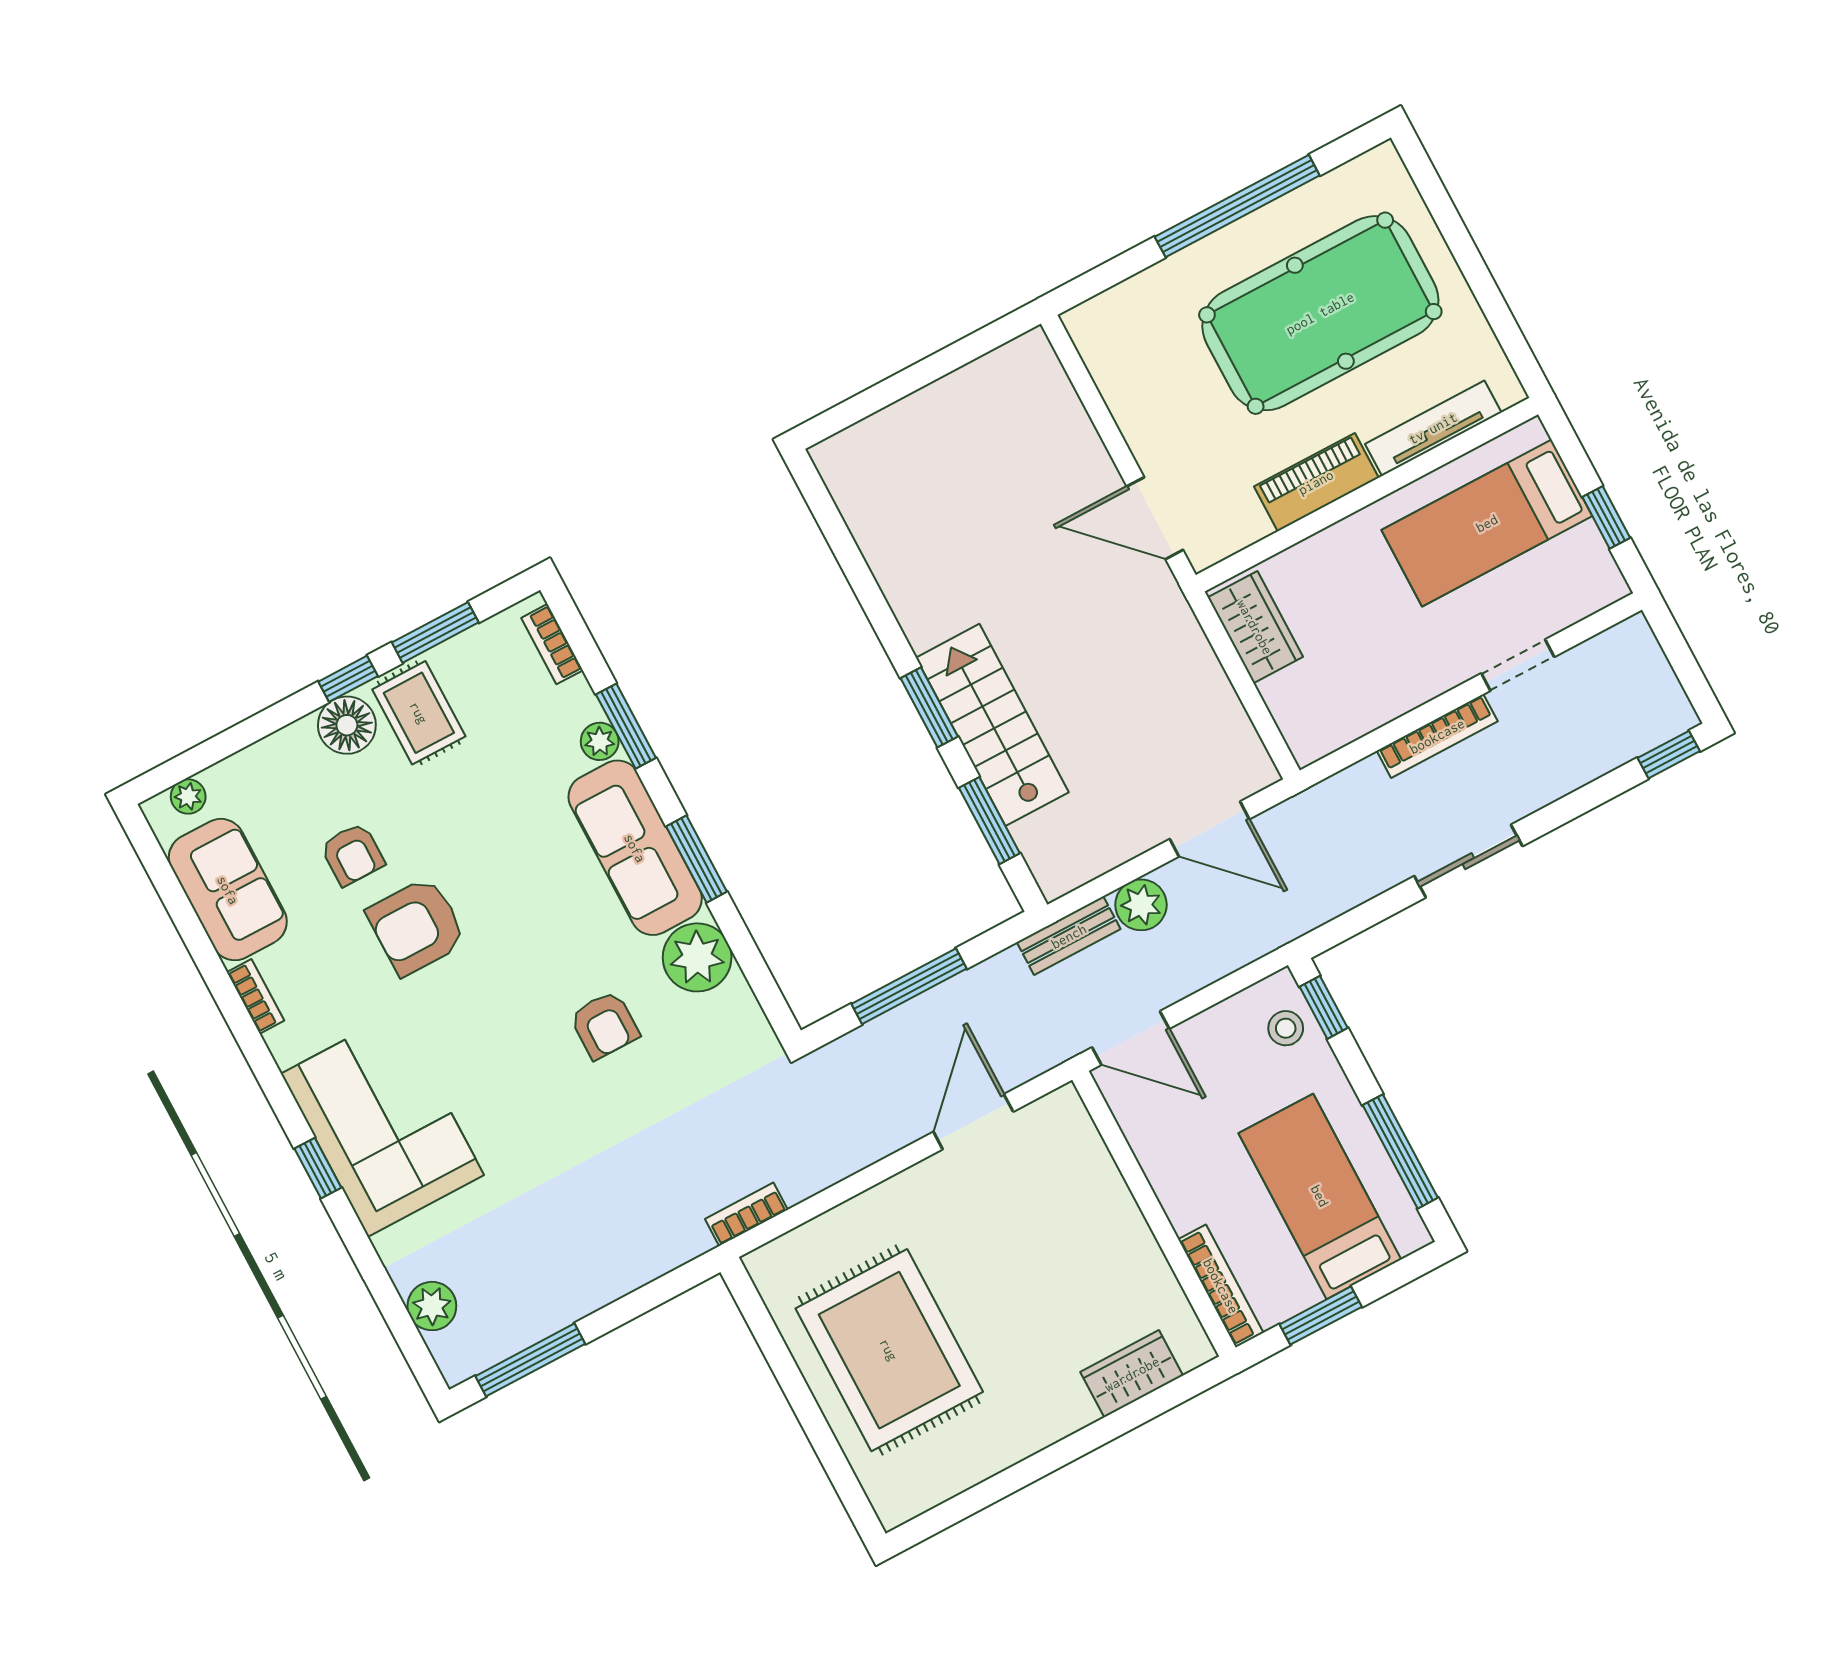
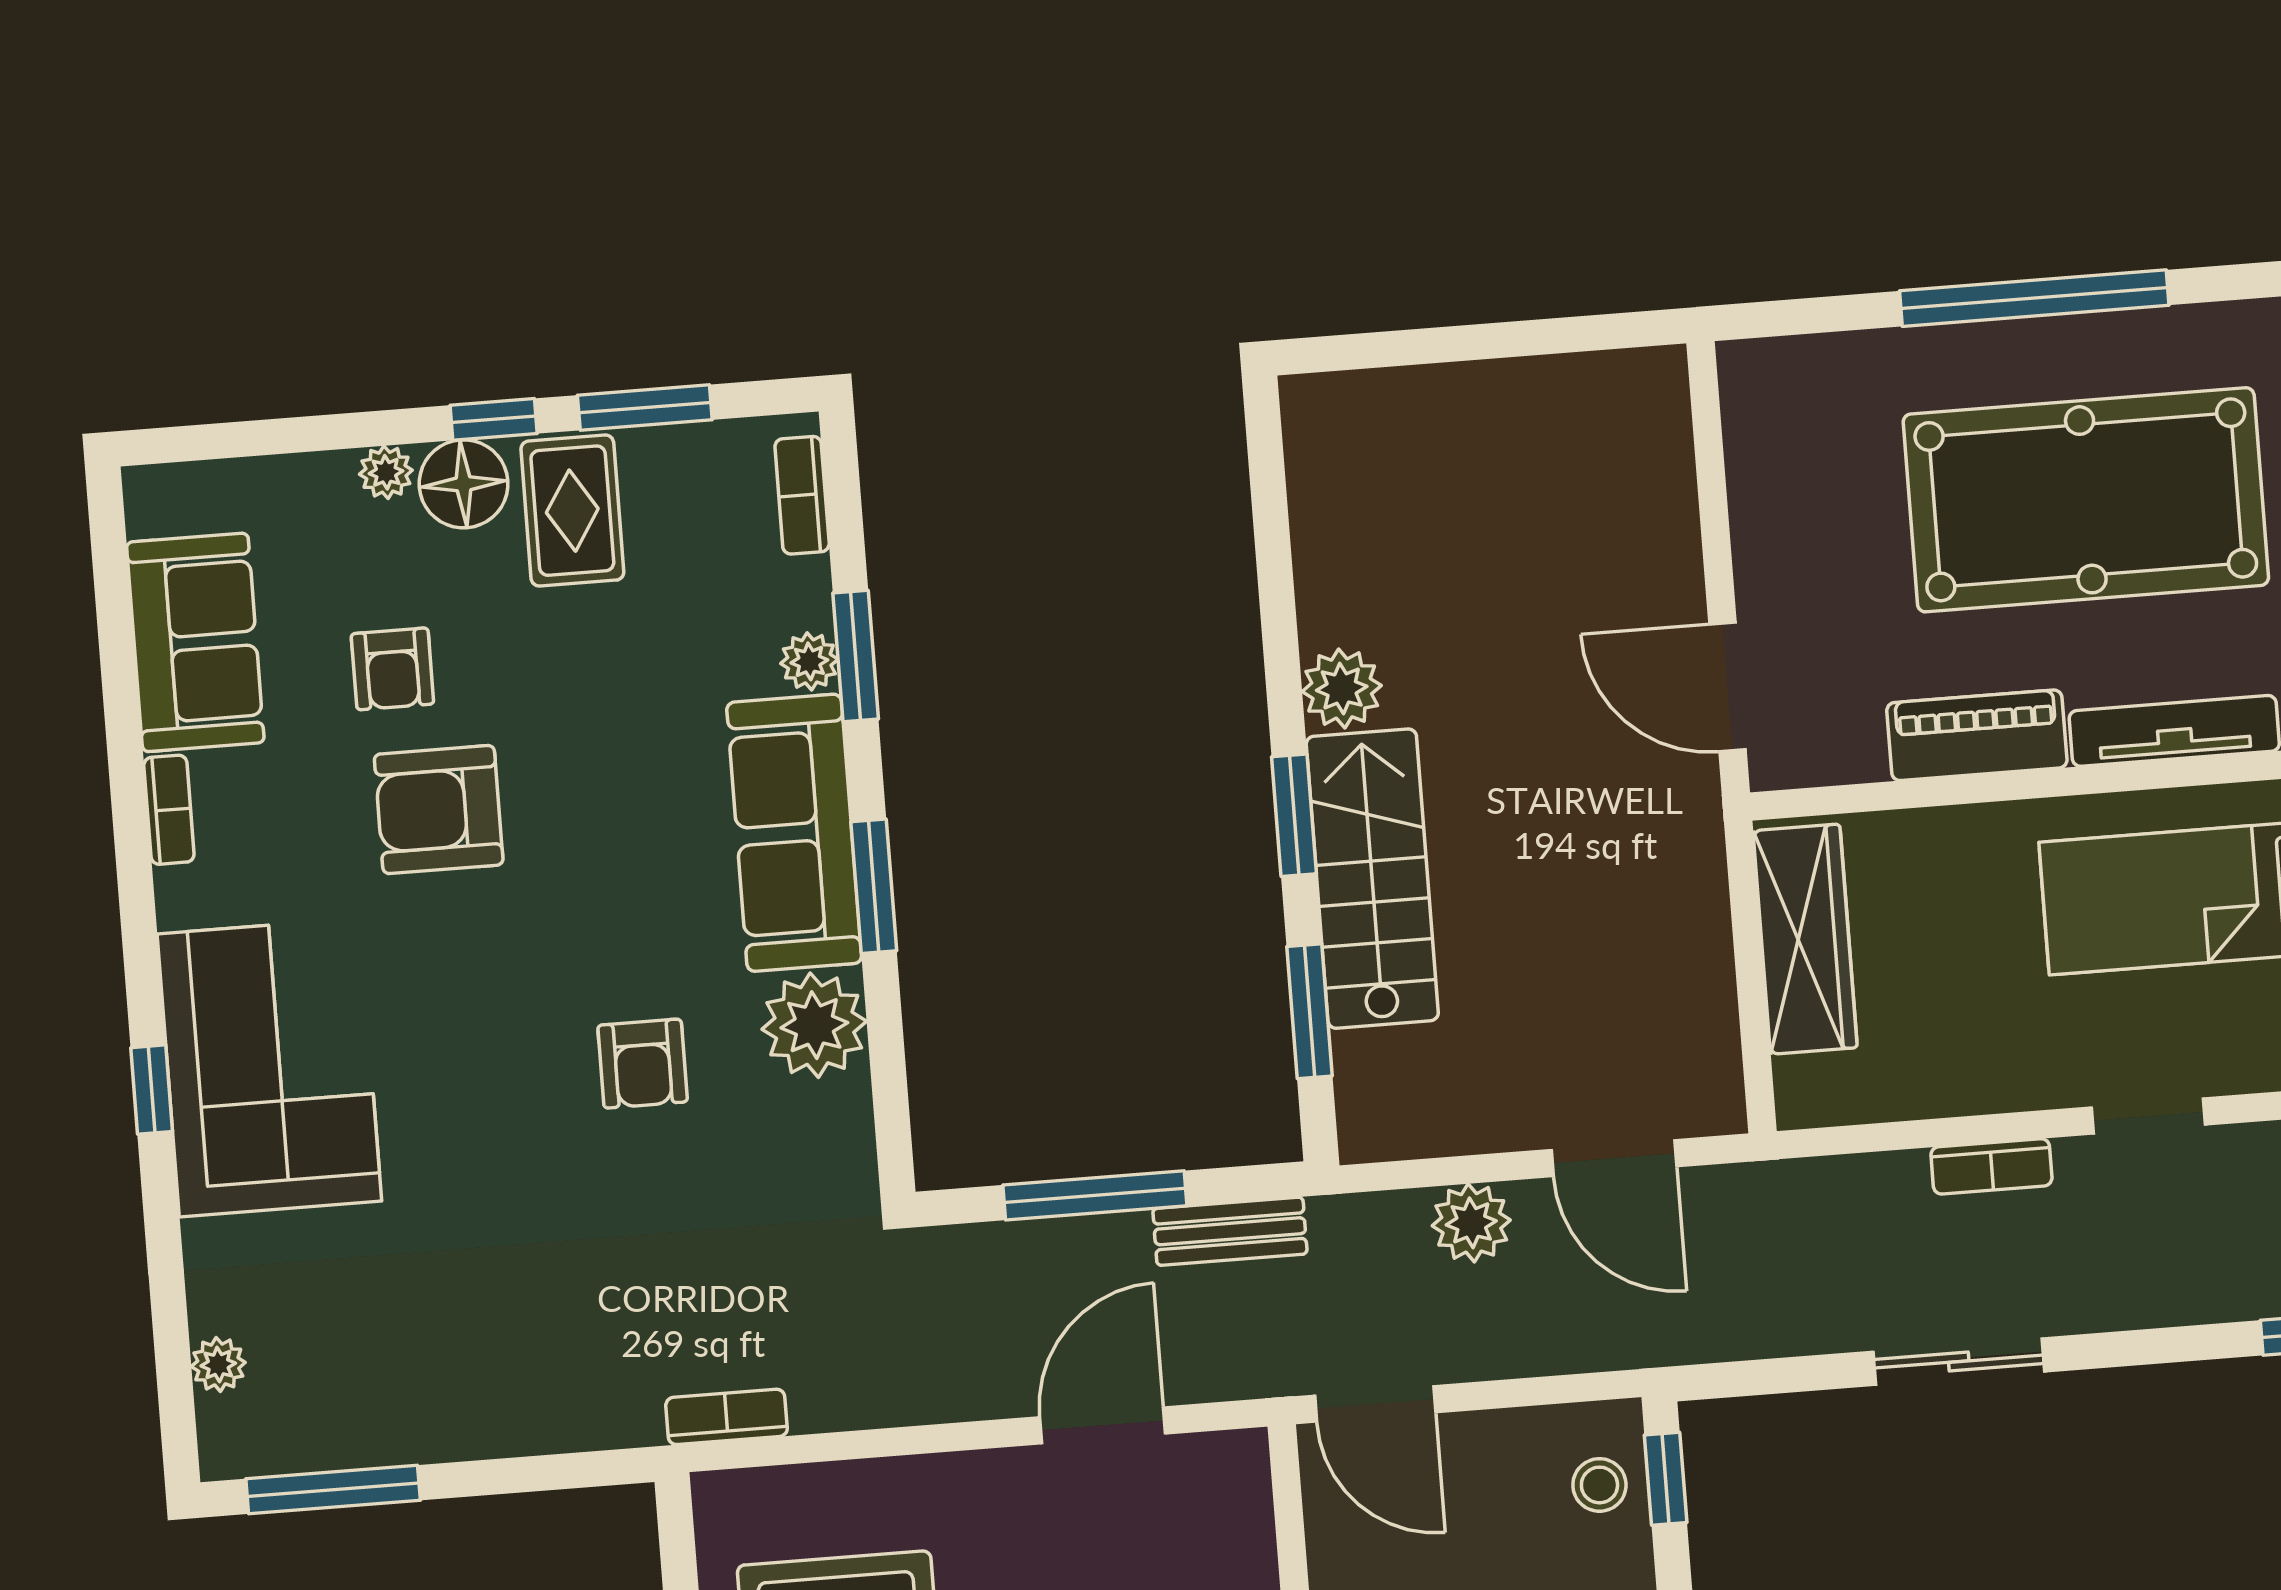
plant: (925, 619) -> (1342, 688), added
wardrobe: (1255, 627) -> (1805, 939), width x1.50
bookcase: (1437, 736) -> (1991, 1166), width x0.64
plant: (188, 796) -> (386, 472), moved
bench: (1069, 936) -> (1230, 1231), moved
plant: (432, 1306) -> (218, 1365), width x0.73, depth x0.73

